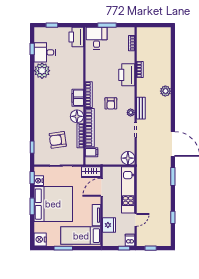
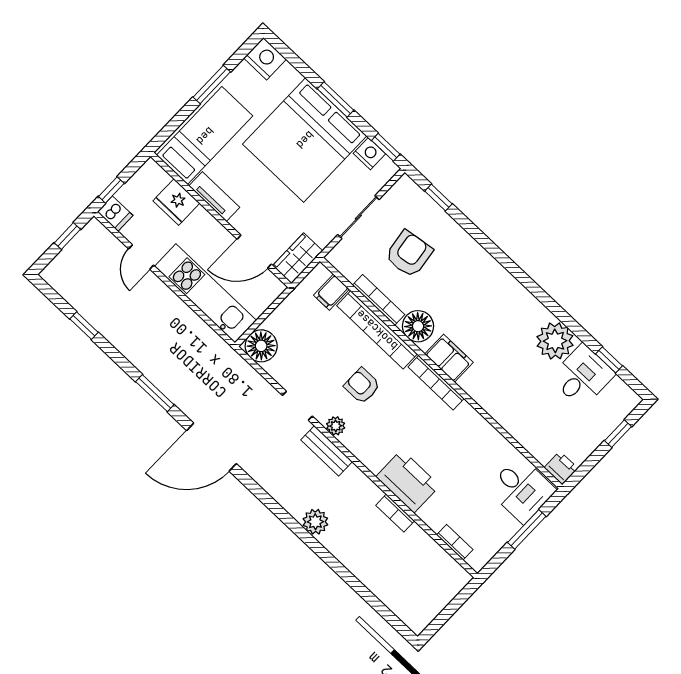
printer: (76, 37) -> (561, 468), width x0.53, depth x0.68
armchair: (111, 103) -> (362, 386), moved
door: (102, 187) -> (254, 252), swing flipped

